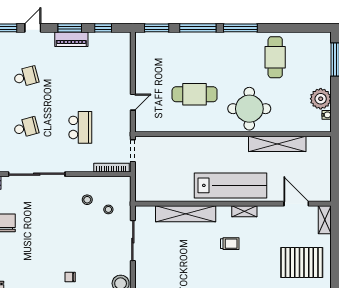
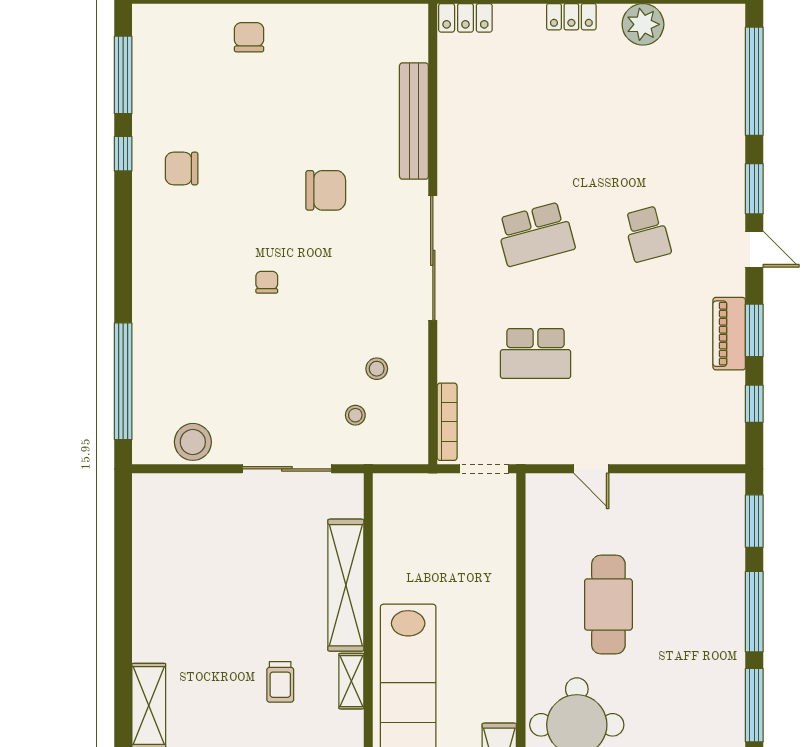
school desk: (26, 127) -> (535, 234), width x1.85
shelving: (244, 211) -> (351, 681), moved
chair: (70, 277) -> (267, 282), moved

